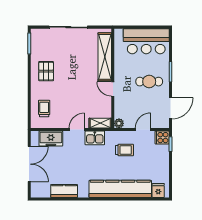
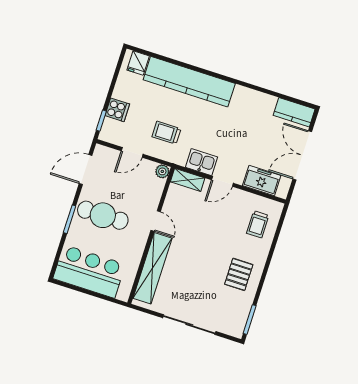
cafe table: (149, 82) -> (103, 215), width x1.37, depth x1.35
cooker: (162, 138) -> (117, 110), moved
kitchen counter: (64, 191) -> (294, 112), moved

